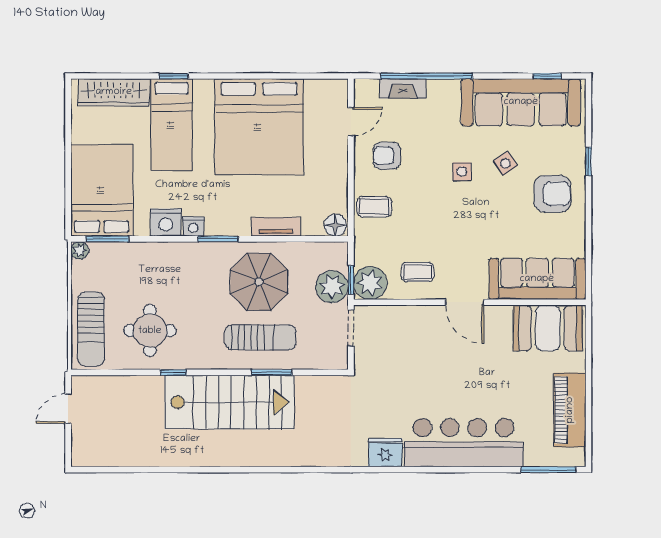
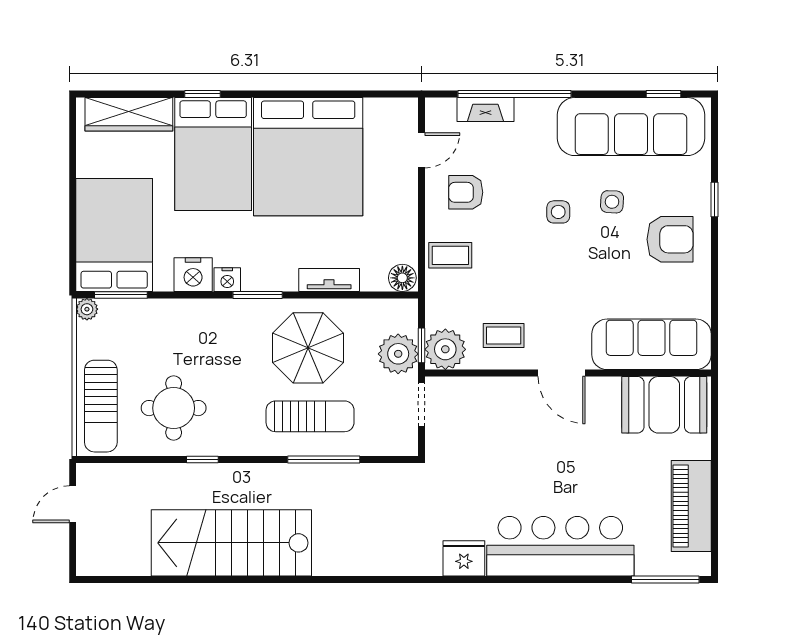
bed: (172, 125) -> (213, 154), width x1.50
side table: (505, 163) -> (612, 202), turned 37
window: (272, 372) -> (324, 460), width x1.44
stairs: (229, 402) -> (231, 543), moved, turned 180

